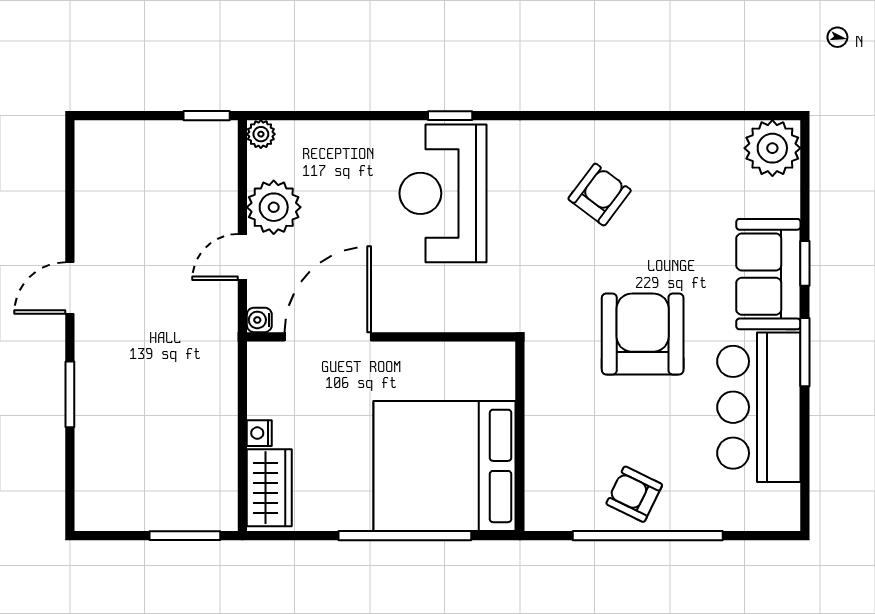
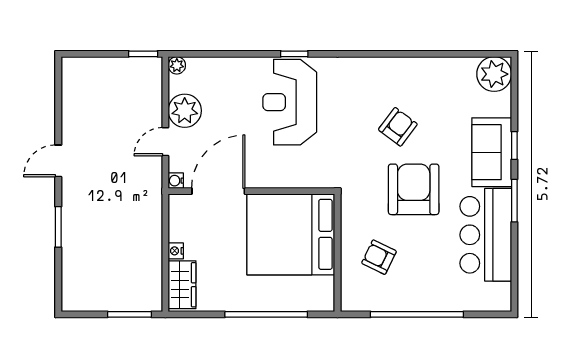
armchair: (600, 195) -> (398, 127), moved
bed: (445, 466) -> (291, 234), moved
armchair: (634, 494) -> (379, 257), moved

